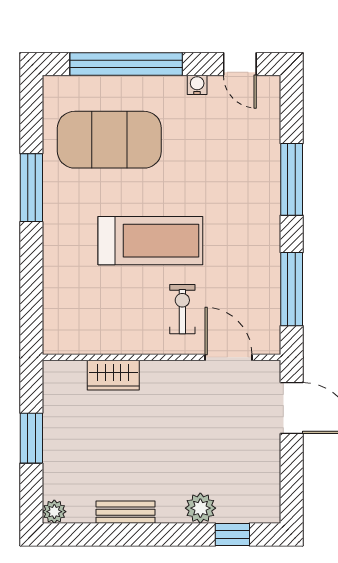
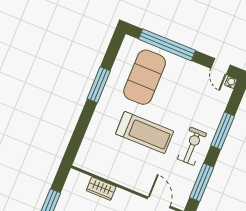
water cooler: (197, 85) -> (231, 82), moved
exercise mat: (109, 140) -> (145, 77), turned 90
exercise bike: (182, 309) -> (192, 146), moved, width x1.38, depth x1.39

